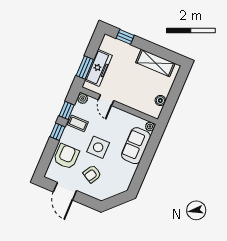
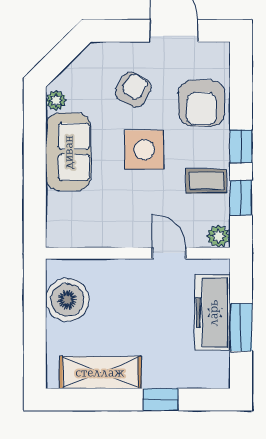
window: (125, 37) -> (161, 400), moved
window: (85, 68) -> (241, 327), moved
boiler: (160, 101) -> (67, 300), width x1.86, depth x1.86
plant: (150, 127) -> (56, 100), moved
sofa: (136, 146) -> (68, 152), moved

